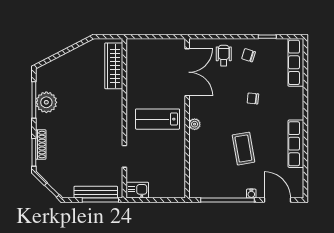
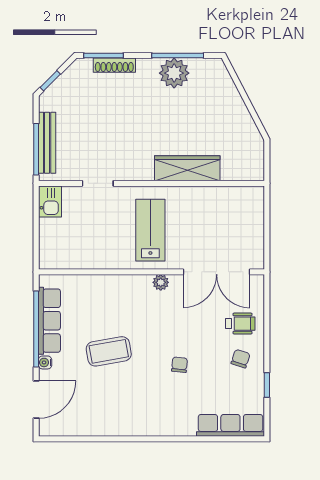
wardrobe: (114, 66) -> (187, 168), moved
plant: (195, 124) -> (161, 282), moved
row of seats: (296, 144) -> (49, 321), moved, turned 90

